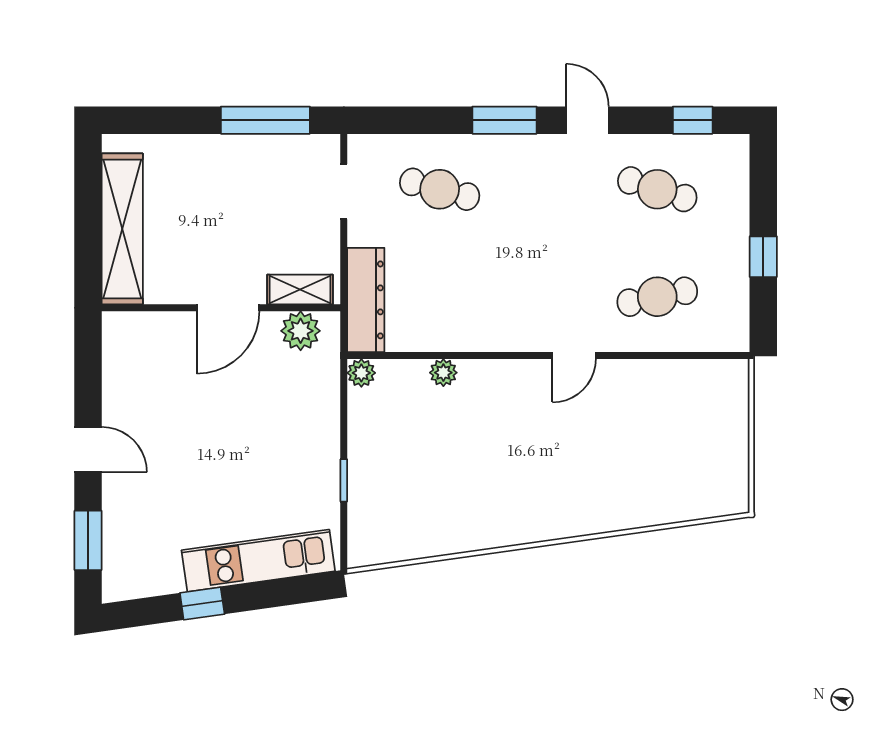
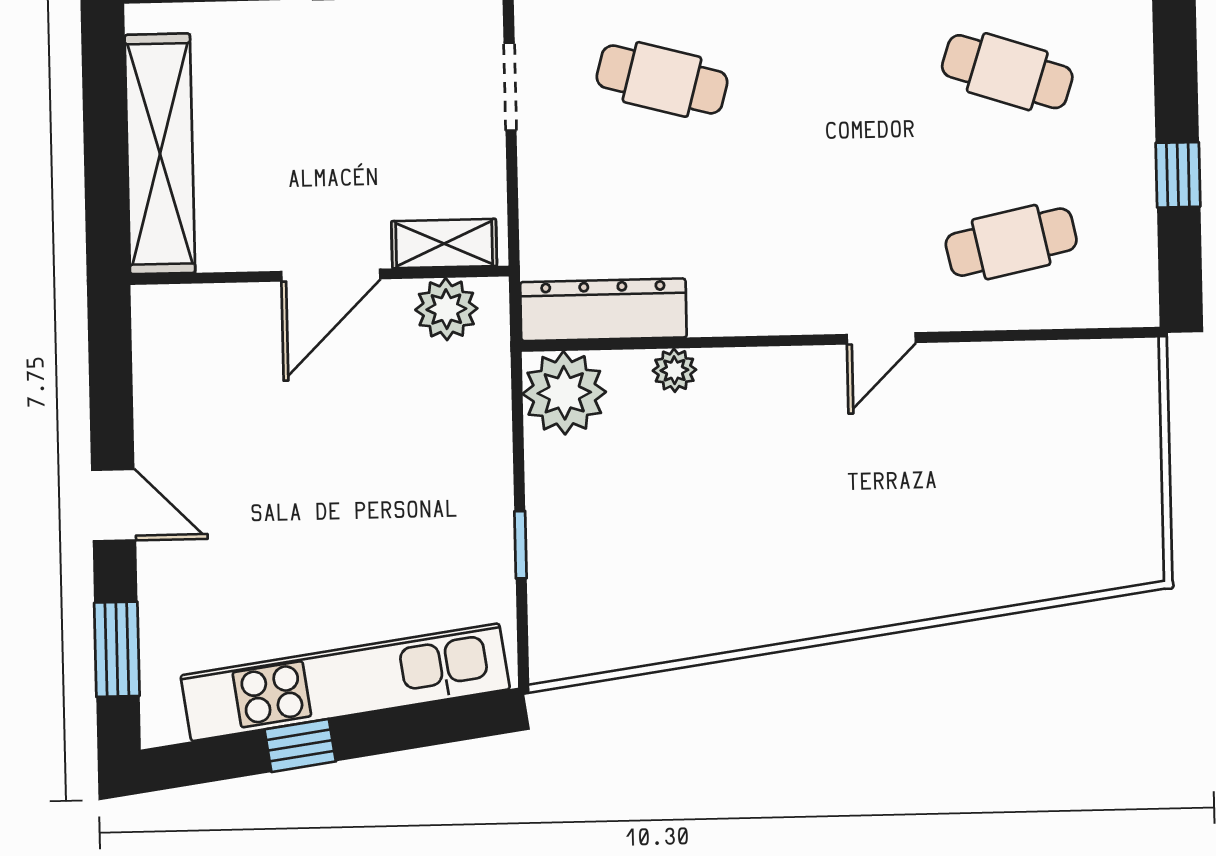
dresser: (366, 300) -> (603, 310), moved, turned -90
plant: (361, 373) -> (564, 393), width x1.88, depth x1.88
kitchen unit: (258, 561) -> (345, 682), width x1.36

